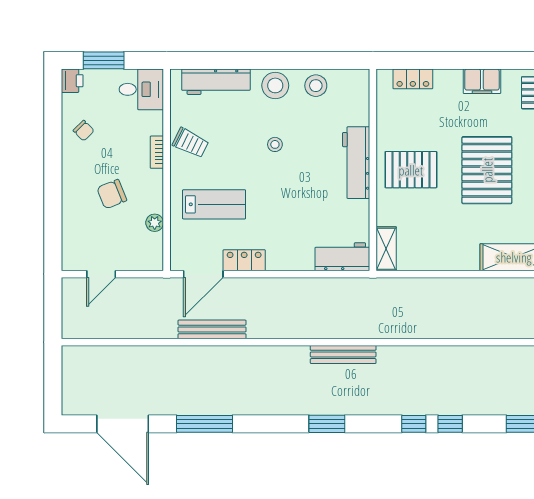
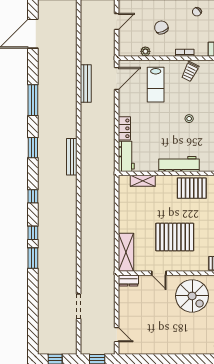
pallet: (411, 170) -> (192, 188), moved, turned 90
shelving: (386, 249) -> (143, 181), moved
locker: (244, 260) -> (124, 128), moved
door: (101, 274) -> (117, 22), swing flipped
door: (203, 274) -> (117, 79), swing flipped
window: (204, 424) -> (33, 100), moved
window: (450, 424) -> (33, 233), moved

